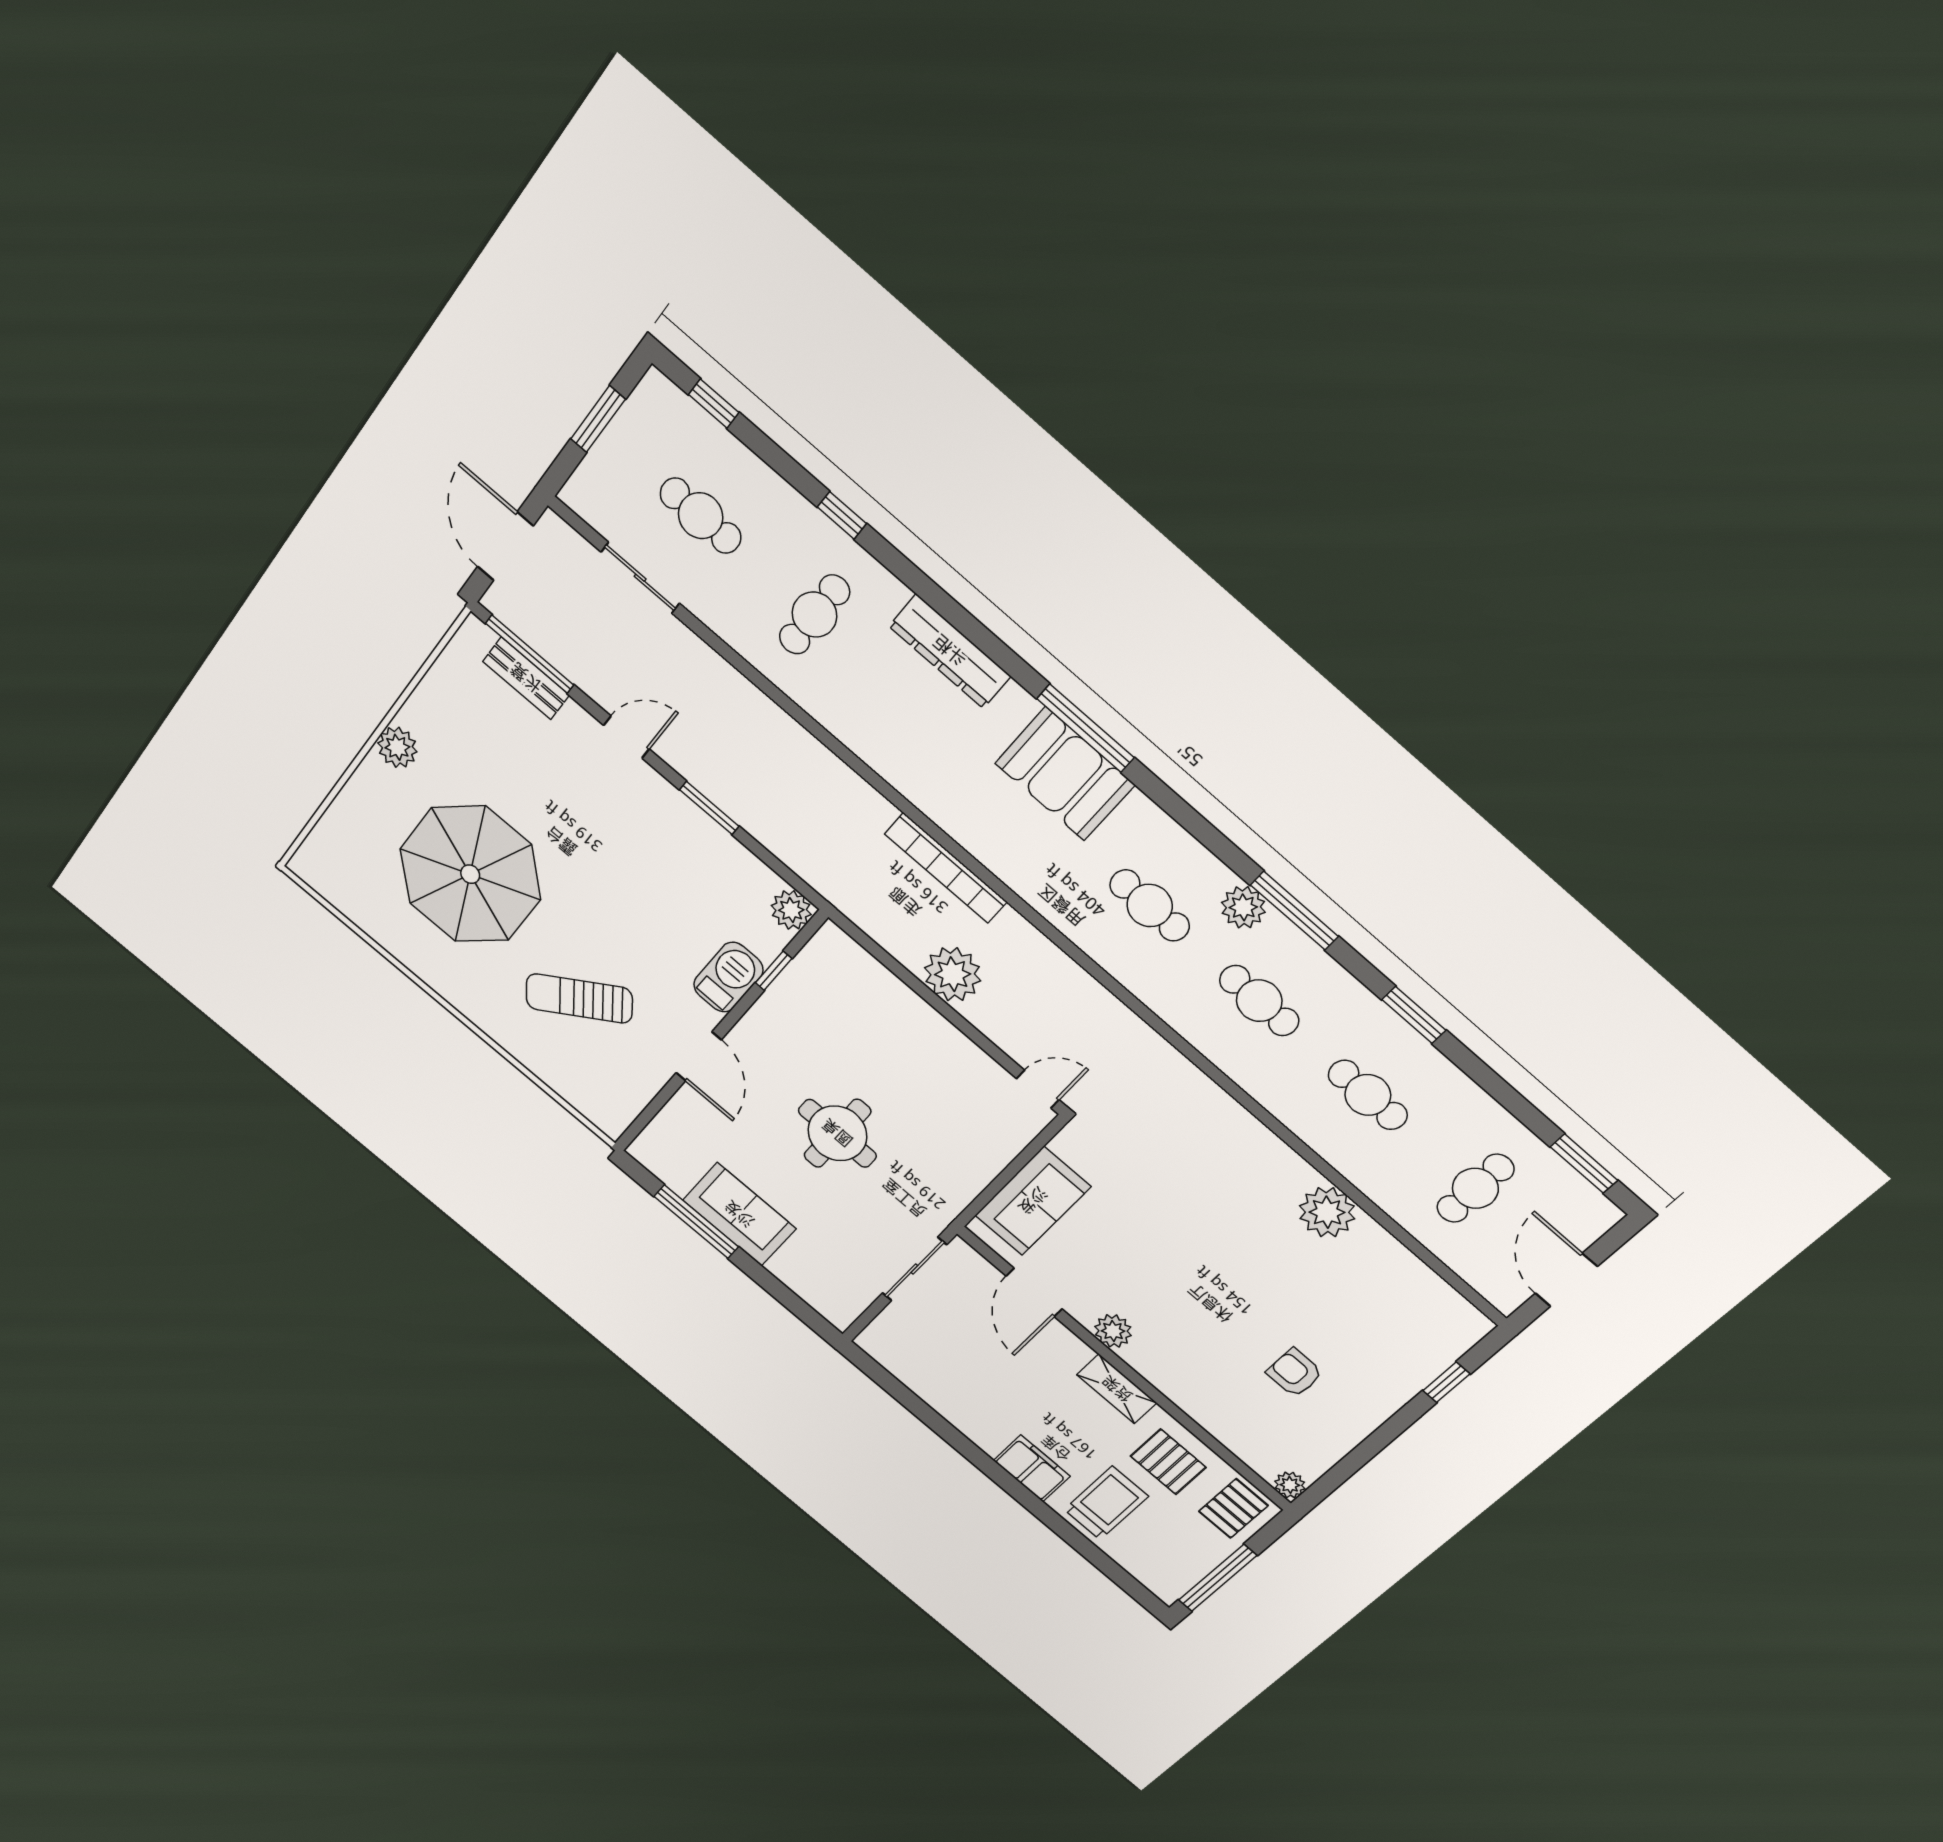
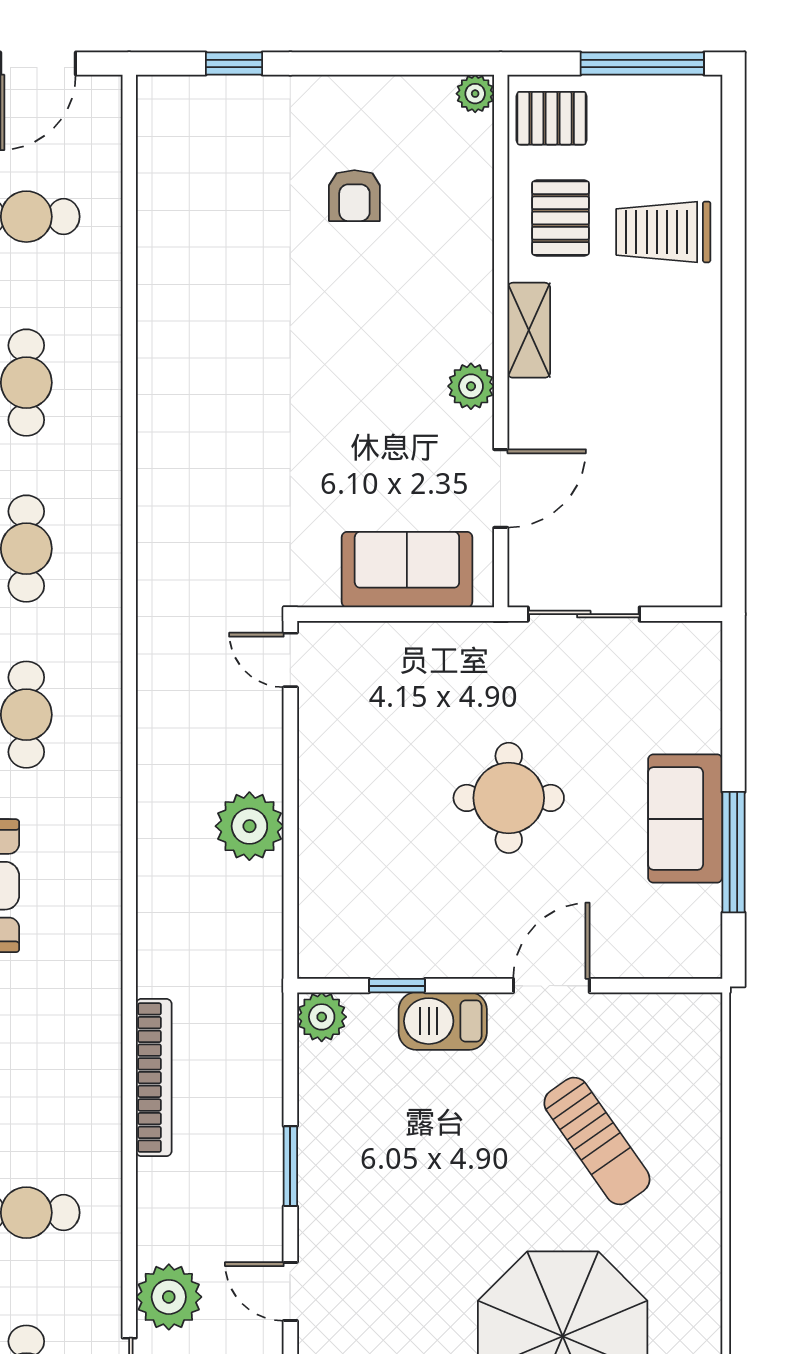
bookcase: (946, 868) -> (154, 1078), moved
plant: (1327, 1212) -> (169, 1297), moved
filing cabinet: (1032, 1468) -> (695, 329), removed

